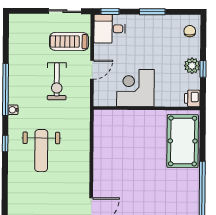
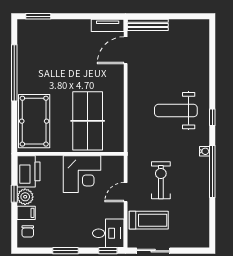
filing cabinet: (191, 50) -> (26, 213), added
printer: (192, 98) -> (28, 171), width x1.87, depth x1.48
table tennis table: (129, 141) -> (88, 121), added
weight bench: (41, 151) -> (176, 111), turned -90

